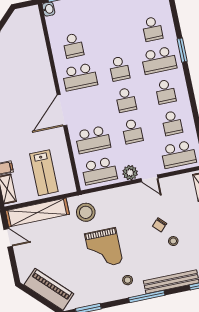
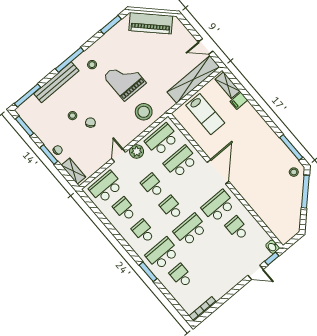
school desk: (119, 69) -> (190, 230), width x1.85
lab bench: (44, 173) -> (205, 114), turned 180
door: (149, 178) -> (119, 155), hinge flipped
stool: (86, 212) -> (144, 112), moved

